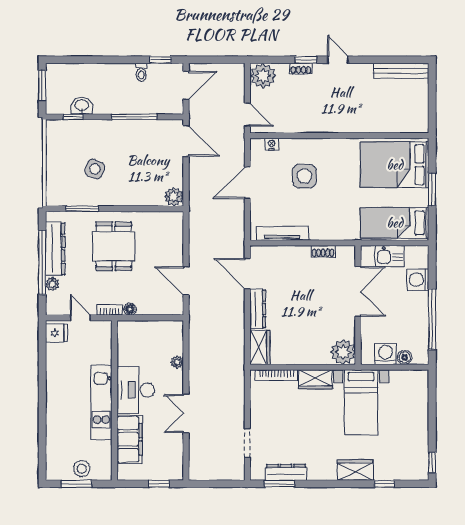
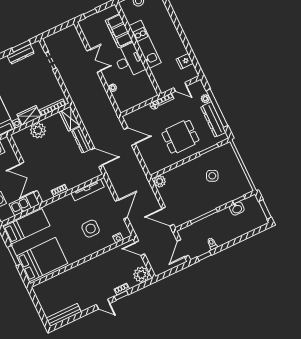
dining table: (114, 246) -> (180, 137), turned 90
fridge: (56, 333) -> (185, 61), moved
plant: (343, 352) -> (38, 130), moved

